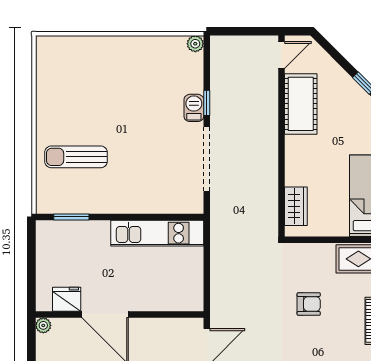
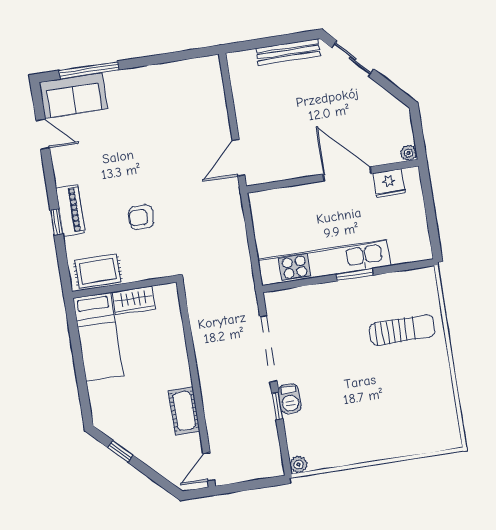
cot: (301, 104) -> (184, 411), width x0.73, depth x0.75
wardrobe: (296, 206) -> (134, 300), moved, turned -90
window: (71, 217) -> (355, 275), moved
kitchen unit: (157, 233) -> (324, 262), width x1.36

